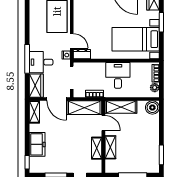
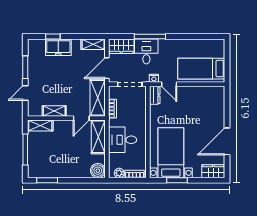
window: (161, 22) -> (177, 180), moved
door: (72, 41) -> (169, 84), hinge flipped
desk: (118, 75) -> (123, 140), moved, turned 180
shelving: (110, 147) -> (40, 126), moved
window: (27, 162) -> (53, 37), moved

